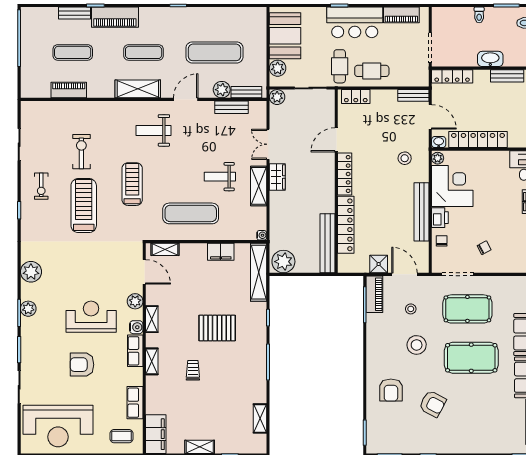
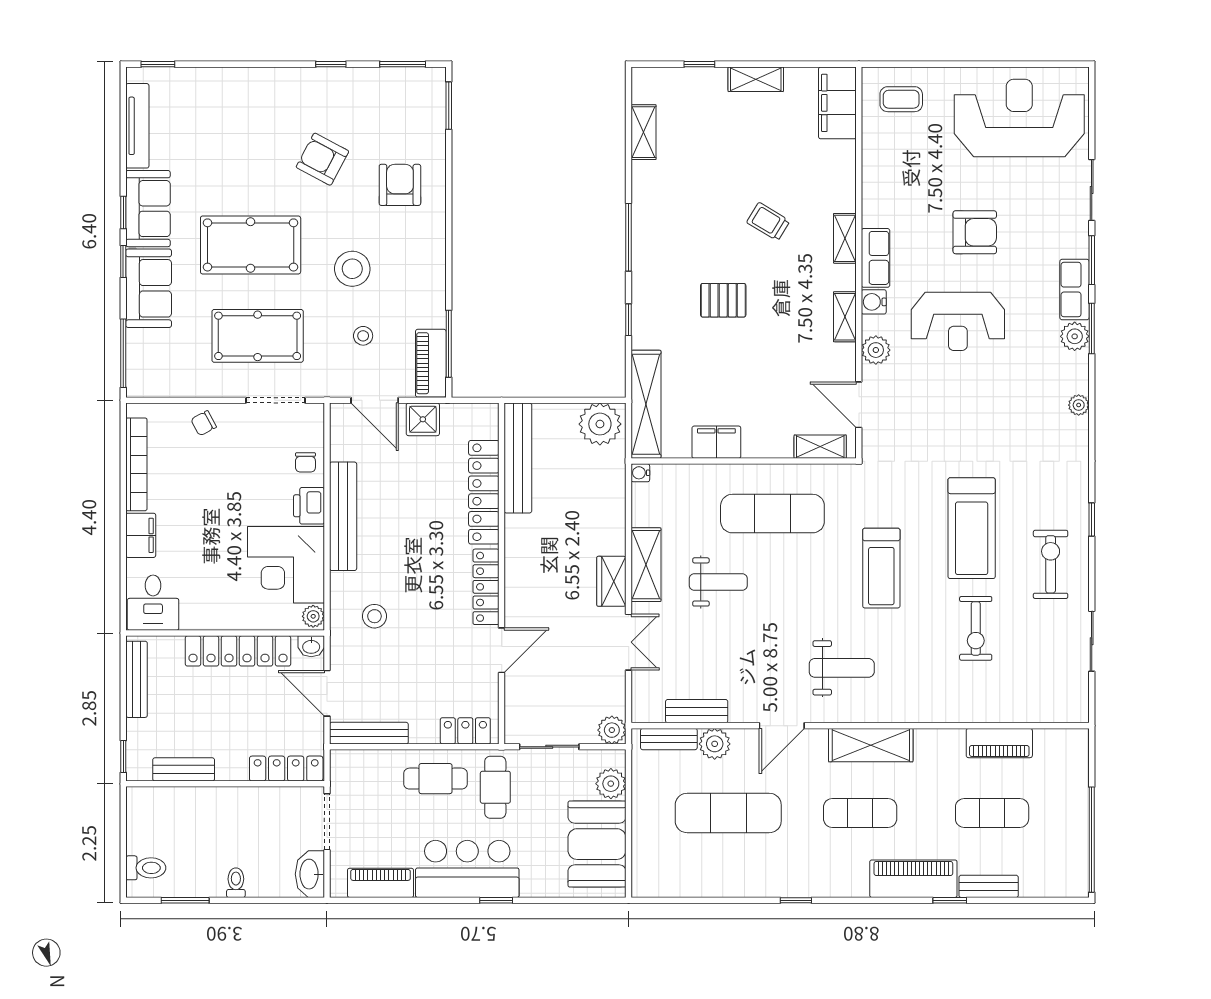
washbasin: (490, 59) -> (310, 874), moved, turned 90
bench: (413, 95) -> (369, 733), width x1.36
exercise bike: (41, 186) -> (1051, 564), width x1.38, depth x1.39
chair: (484, 248) -> (204, 423), moved
plant: (31, 272) -> (1079, 405), width x0.53, depth x0.53
pallet: (217, 328) -> (723, 300), width x0.67, depth x0.71
trolley: (193, 370) -> (768, 222), turned 121
row of seats: (135, 403) -> (1074, 290), moved, turned 180

